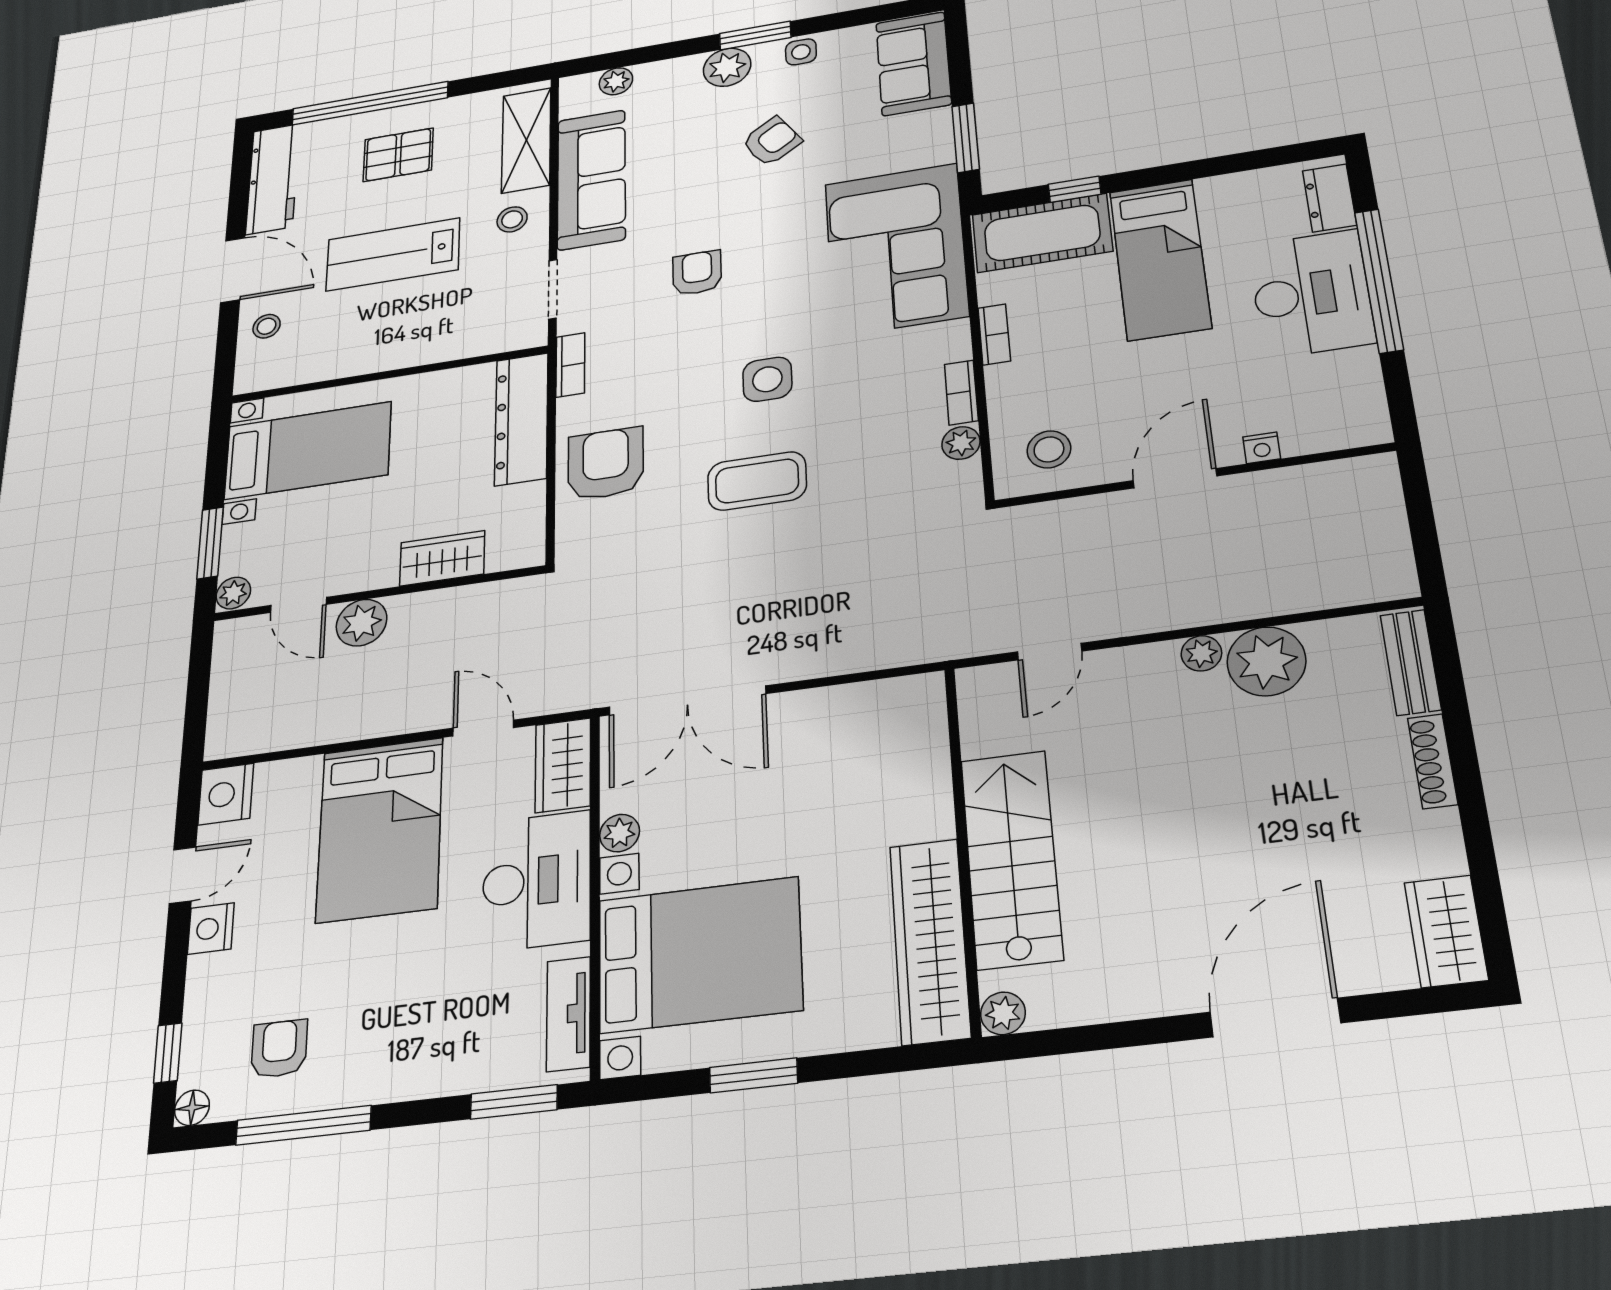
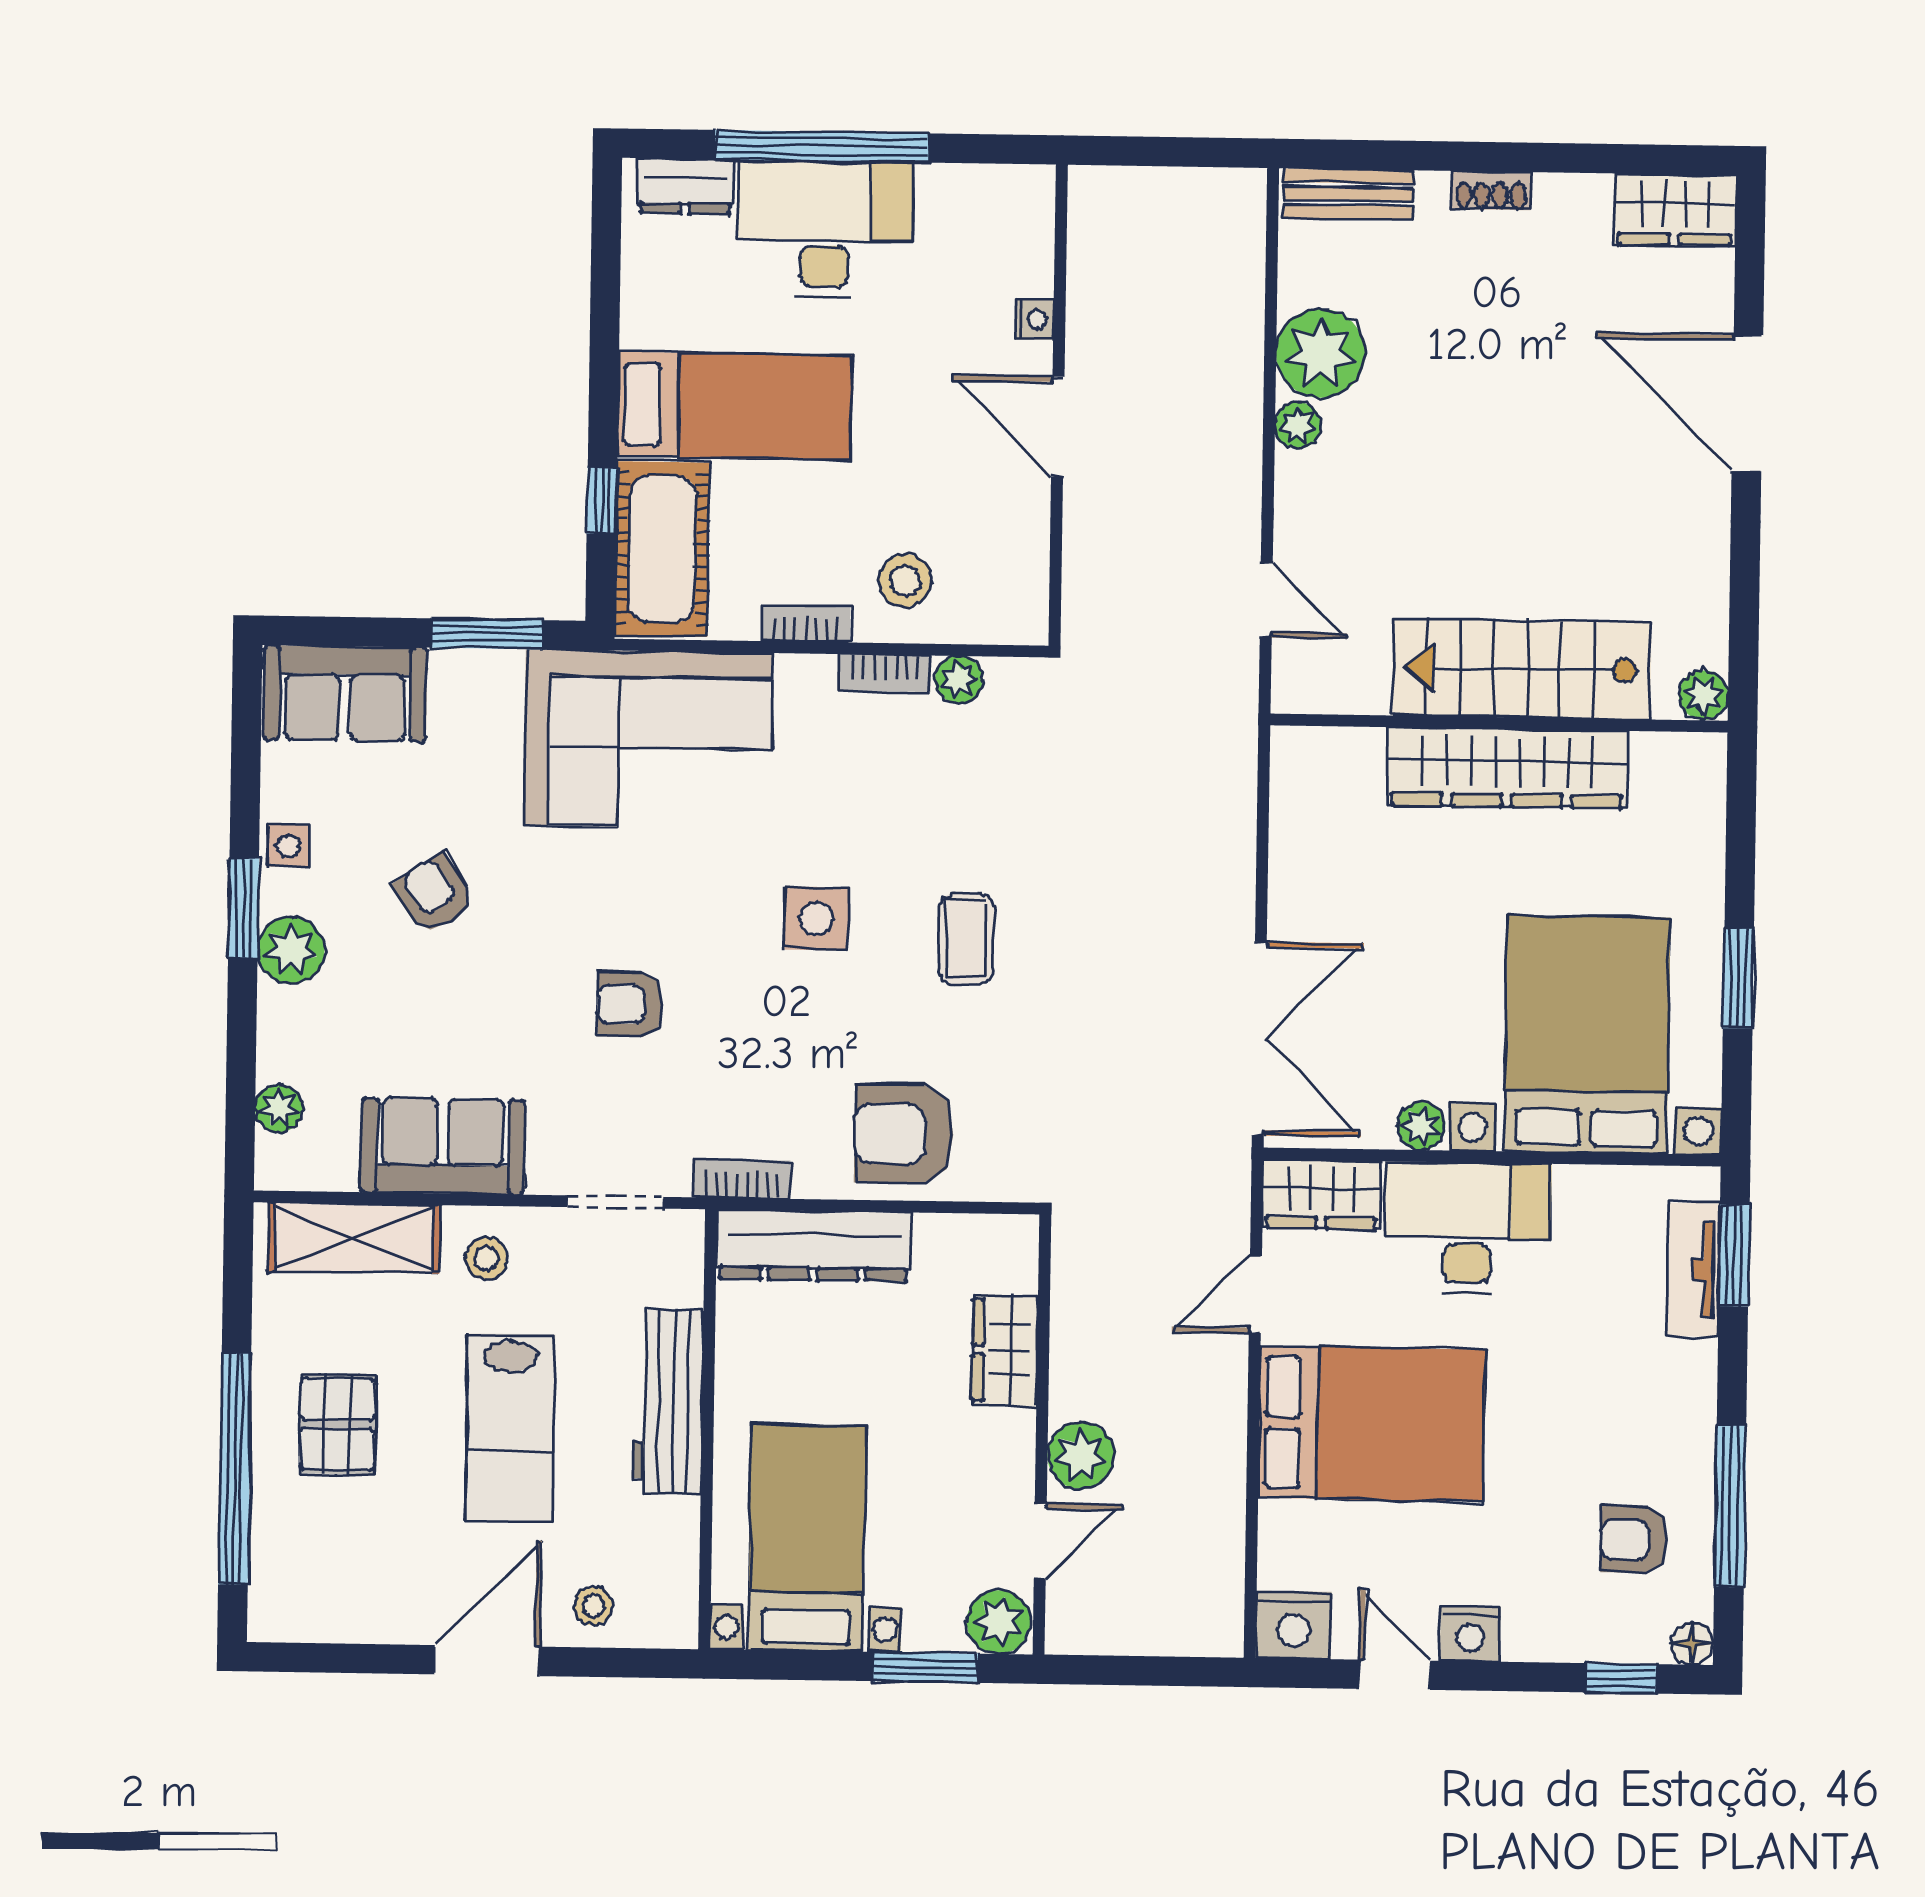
workbench: (273, 179) -> (668, 1401), moved, turned -90
sofa: (591, 179) -> (443, 1146), width x0.73
stool: (1049, 449) -> (905, 581), moved
coffee table: (757, 481) -> (966, 939), width x0.73, depth x0.77
plant: (233, 593) -> (999, 1622), width x1.38, depth x1.38
shoe rack: (1433, 761) -> (1491, 191), width x0.70
wardrobe: (930, 941) -> (1507, 768), moved
tv unit: (568, 1014) -> (1694, 1270), moved, turned 90

